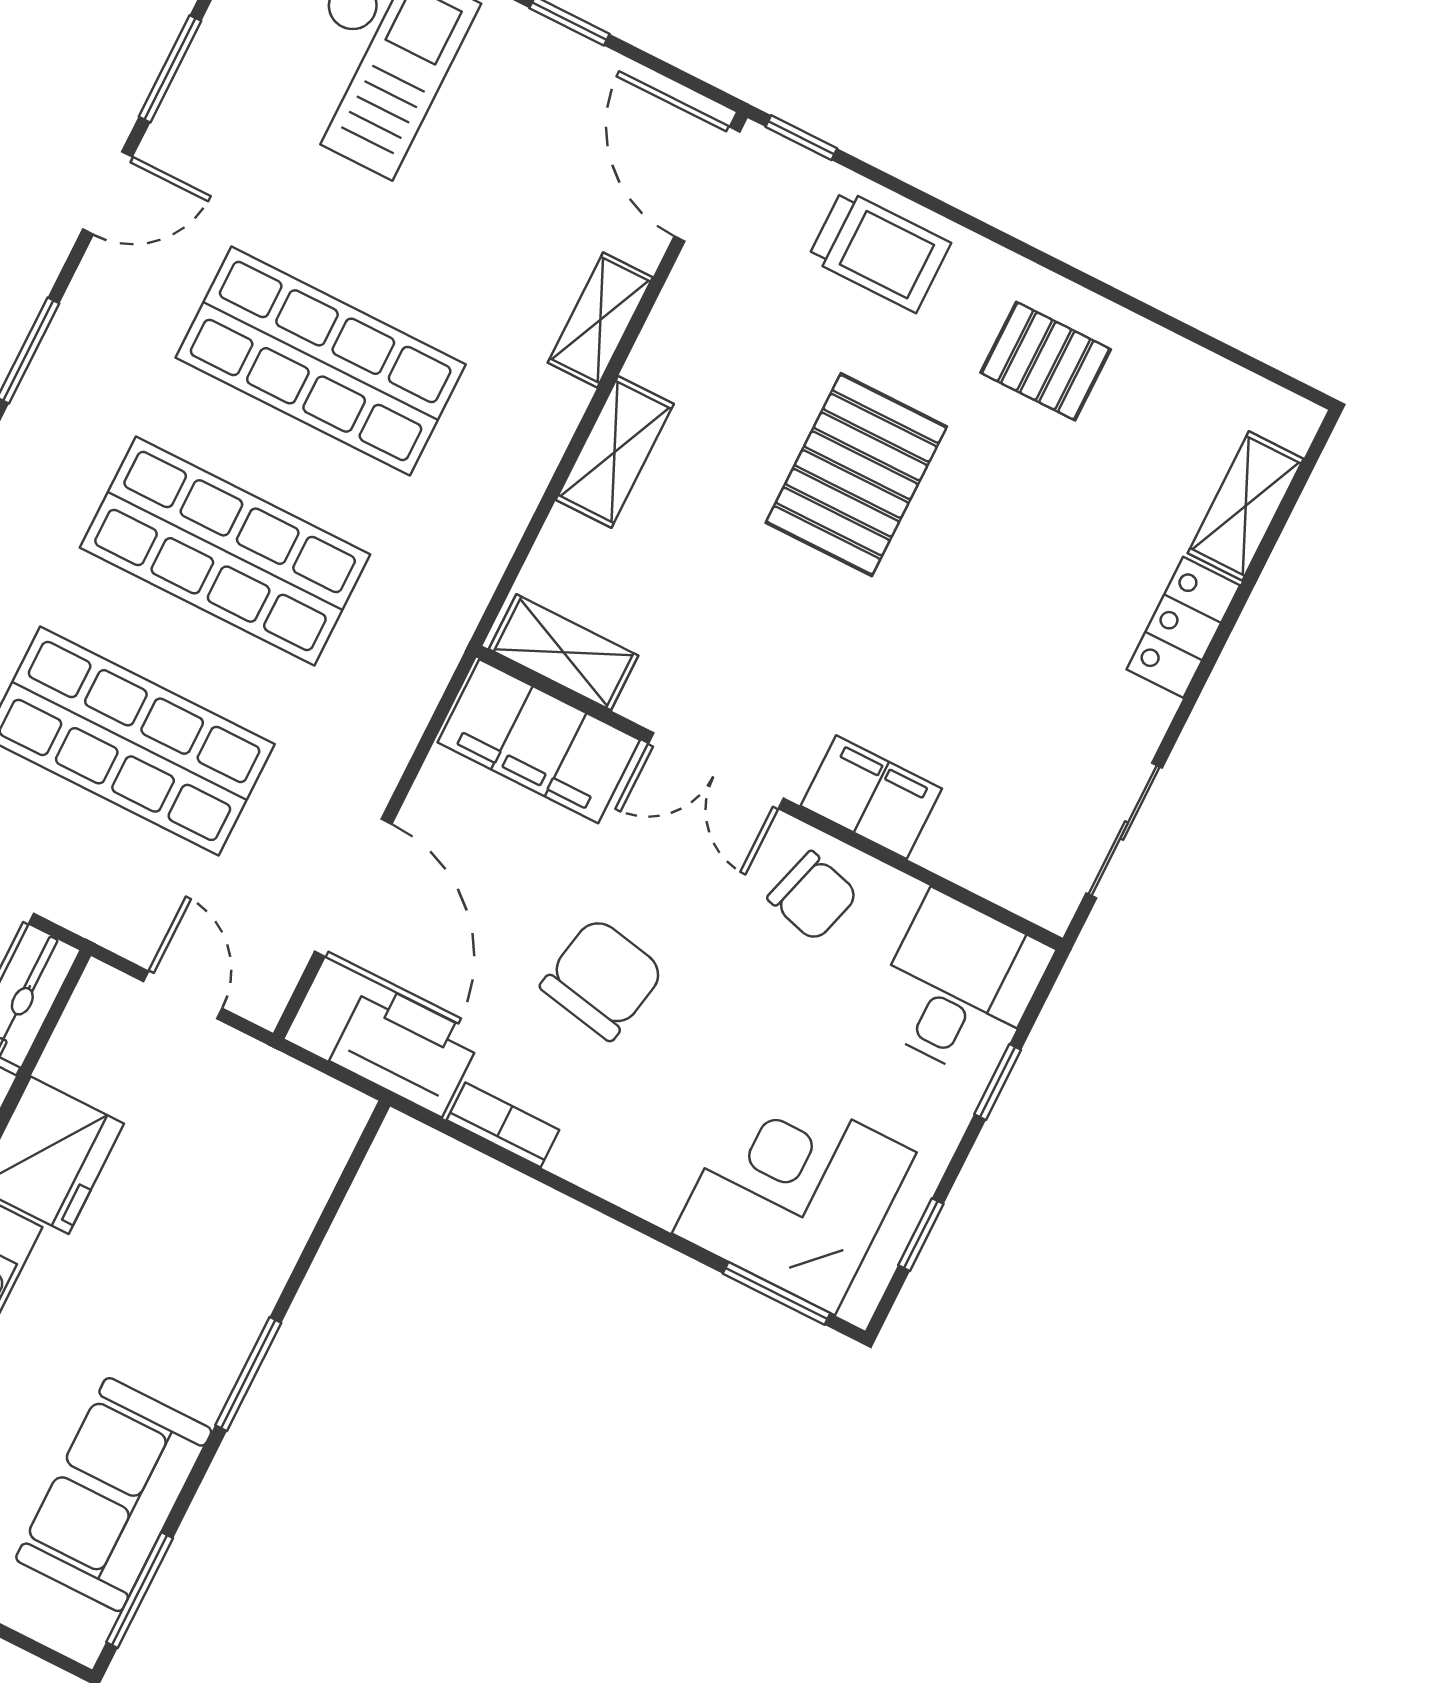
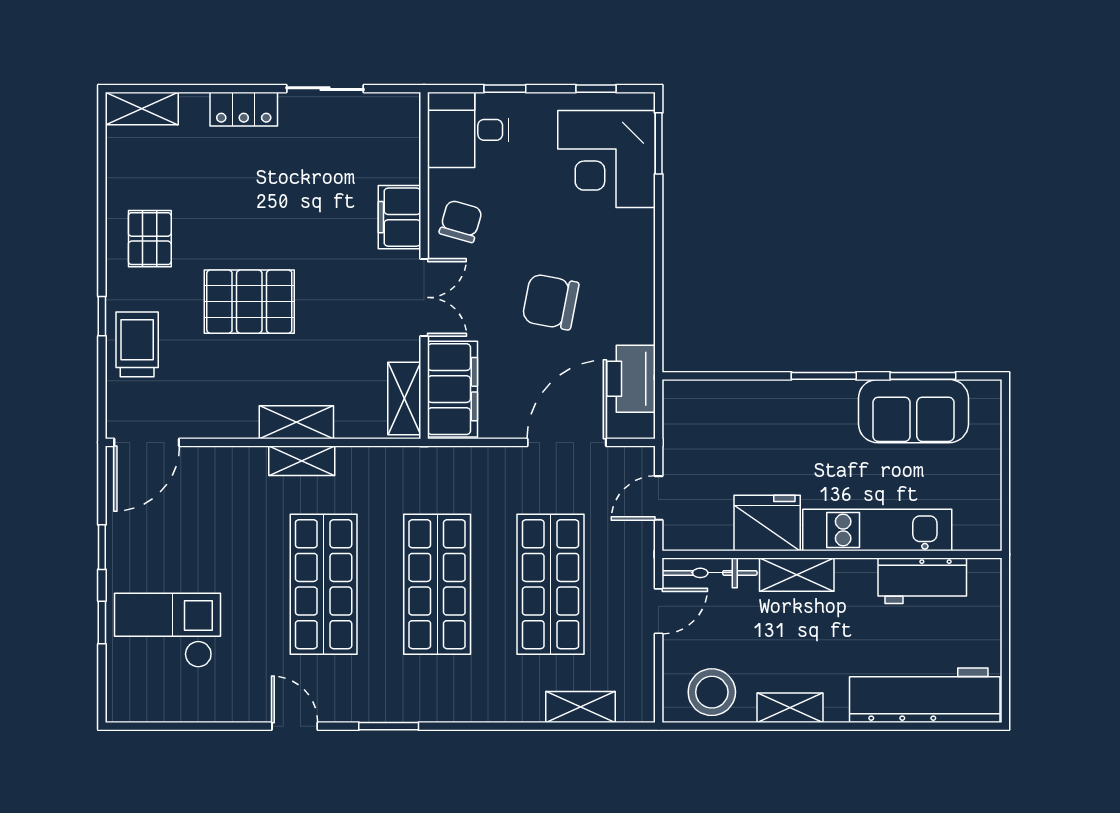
window: (170, 69) -> (220, 726), removed
window: (801, 138) -> (102, 316), moved
shelving: (600, 320) -> (302, 461), moved
shelving: (1246, 506) -> (142, 109), moved
sliding door: (1124, 831) -> (325, 89), moved
bookcase: (503, 1125) -> (644, 314), removed
window: (140, 1590) -> (923, 376), moved

